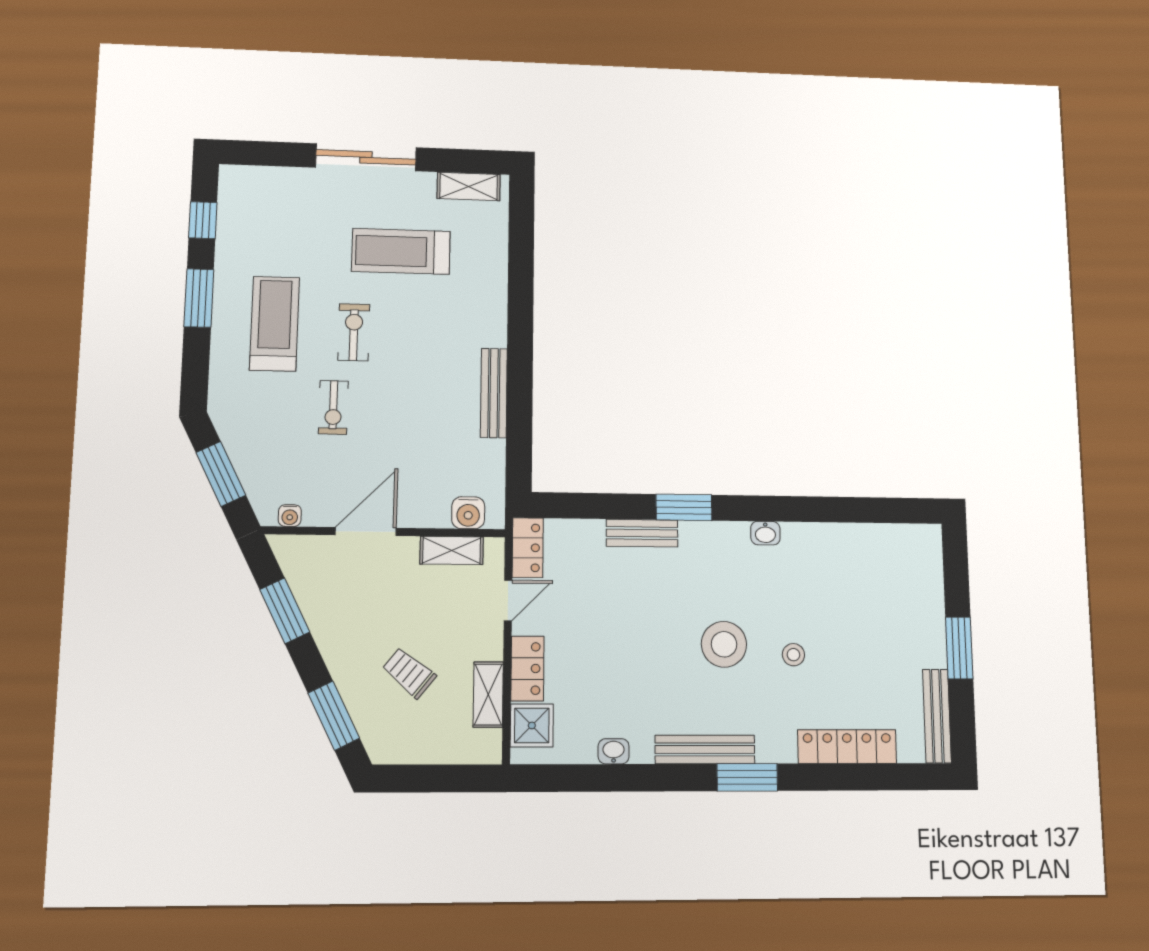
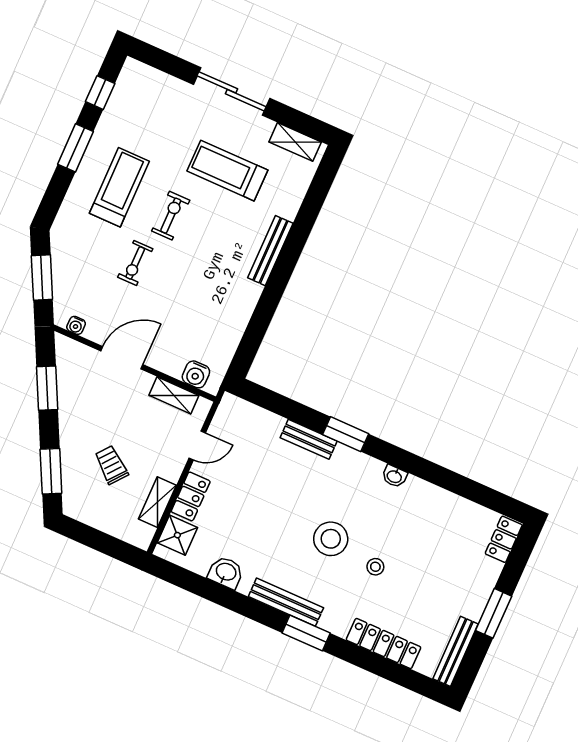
bench: (494, 393) -> (270, 251), moved
locker: (528, 548) -> (504, 539), moved, turned 180
washbasin: (614, 751) -> (226, 572), width x1.38, depth x1.45

